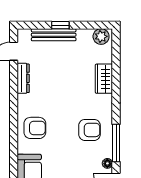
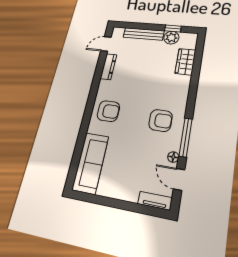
window: (60, 25) -> (173, 28), moved
plant: (101, 36) -> (171, 38), moved
wardrobe: (104, 79) -> (185, 62), moved

